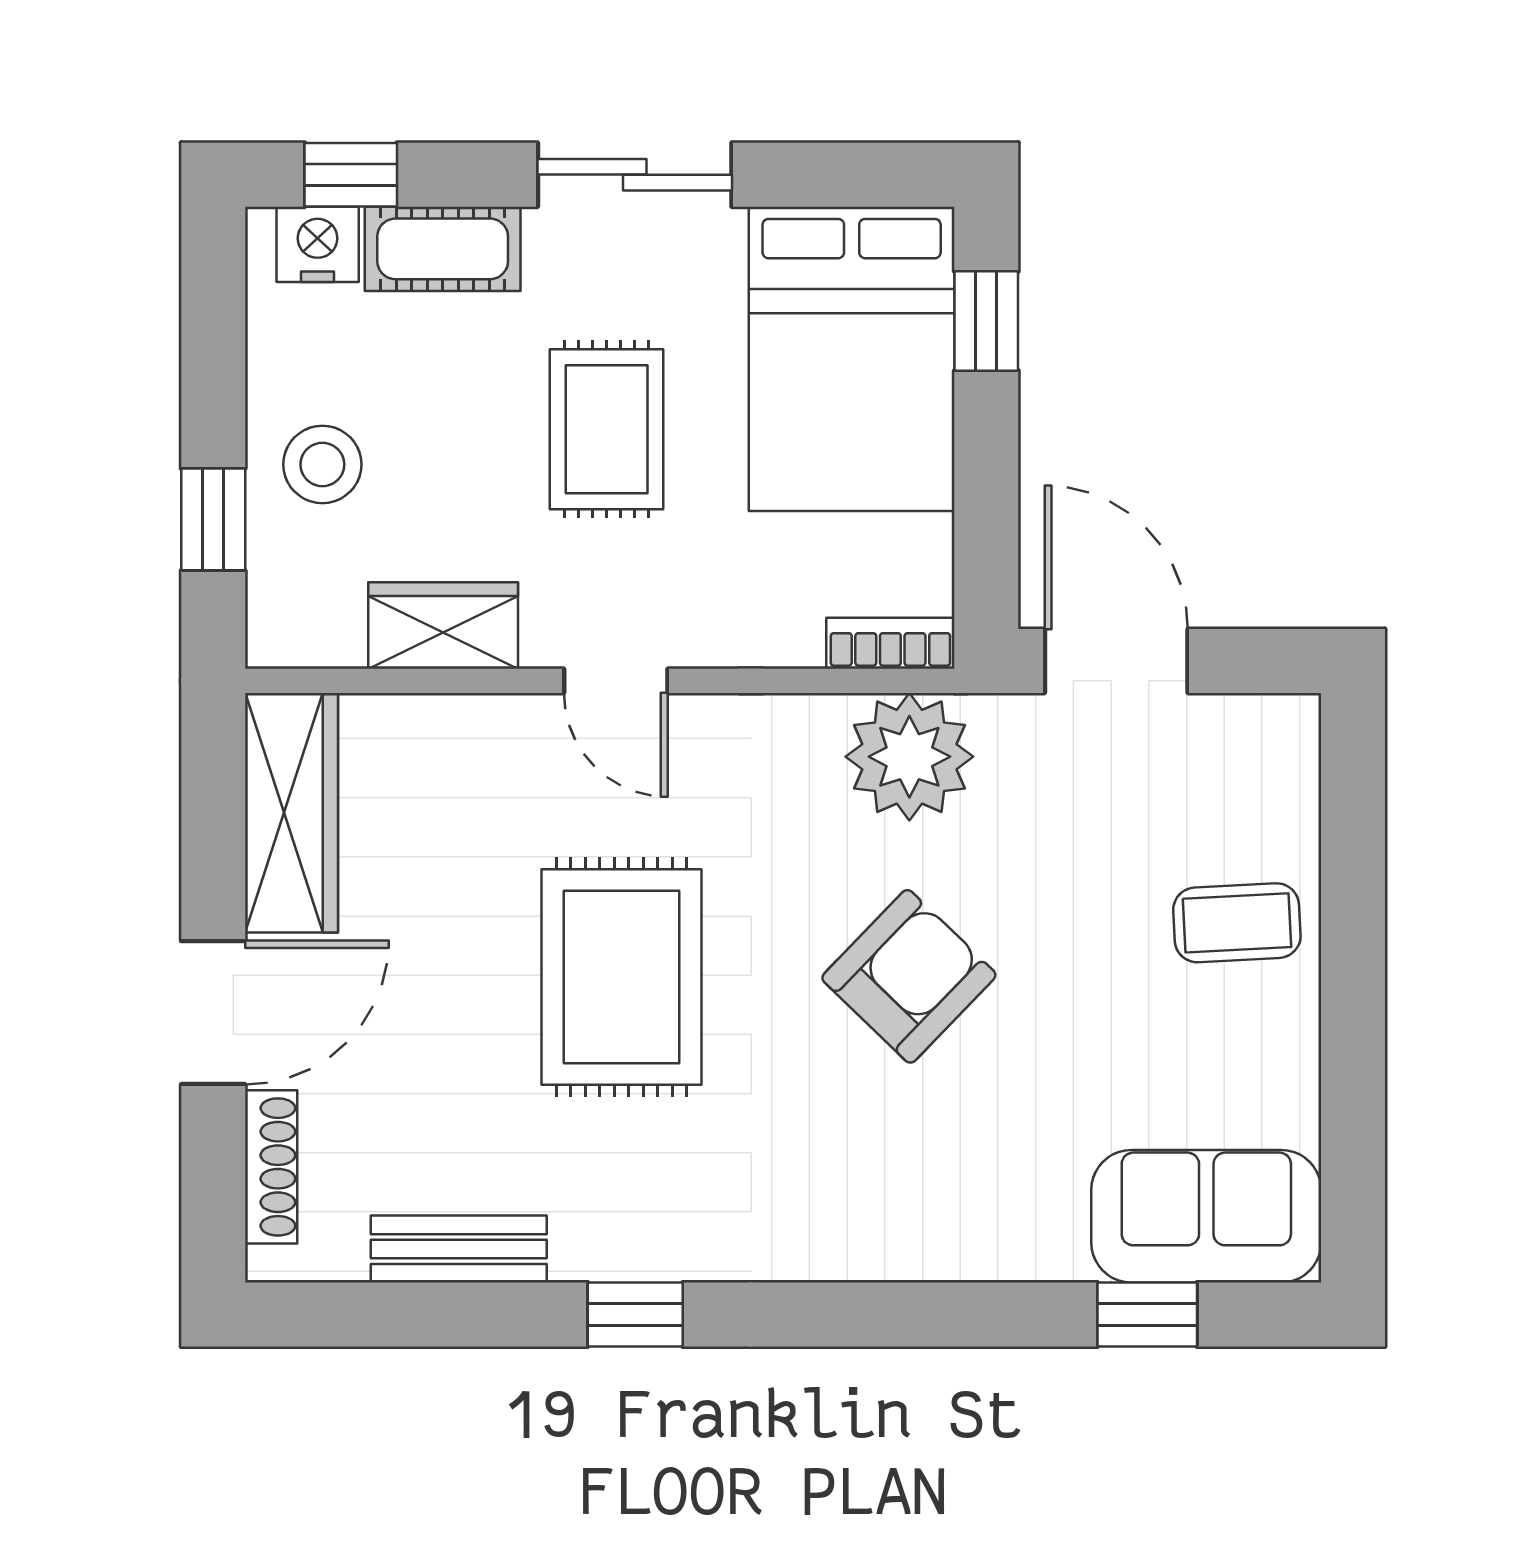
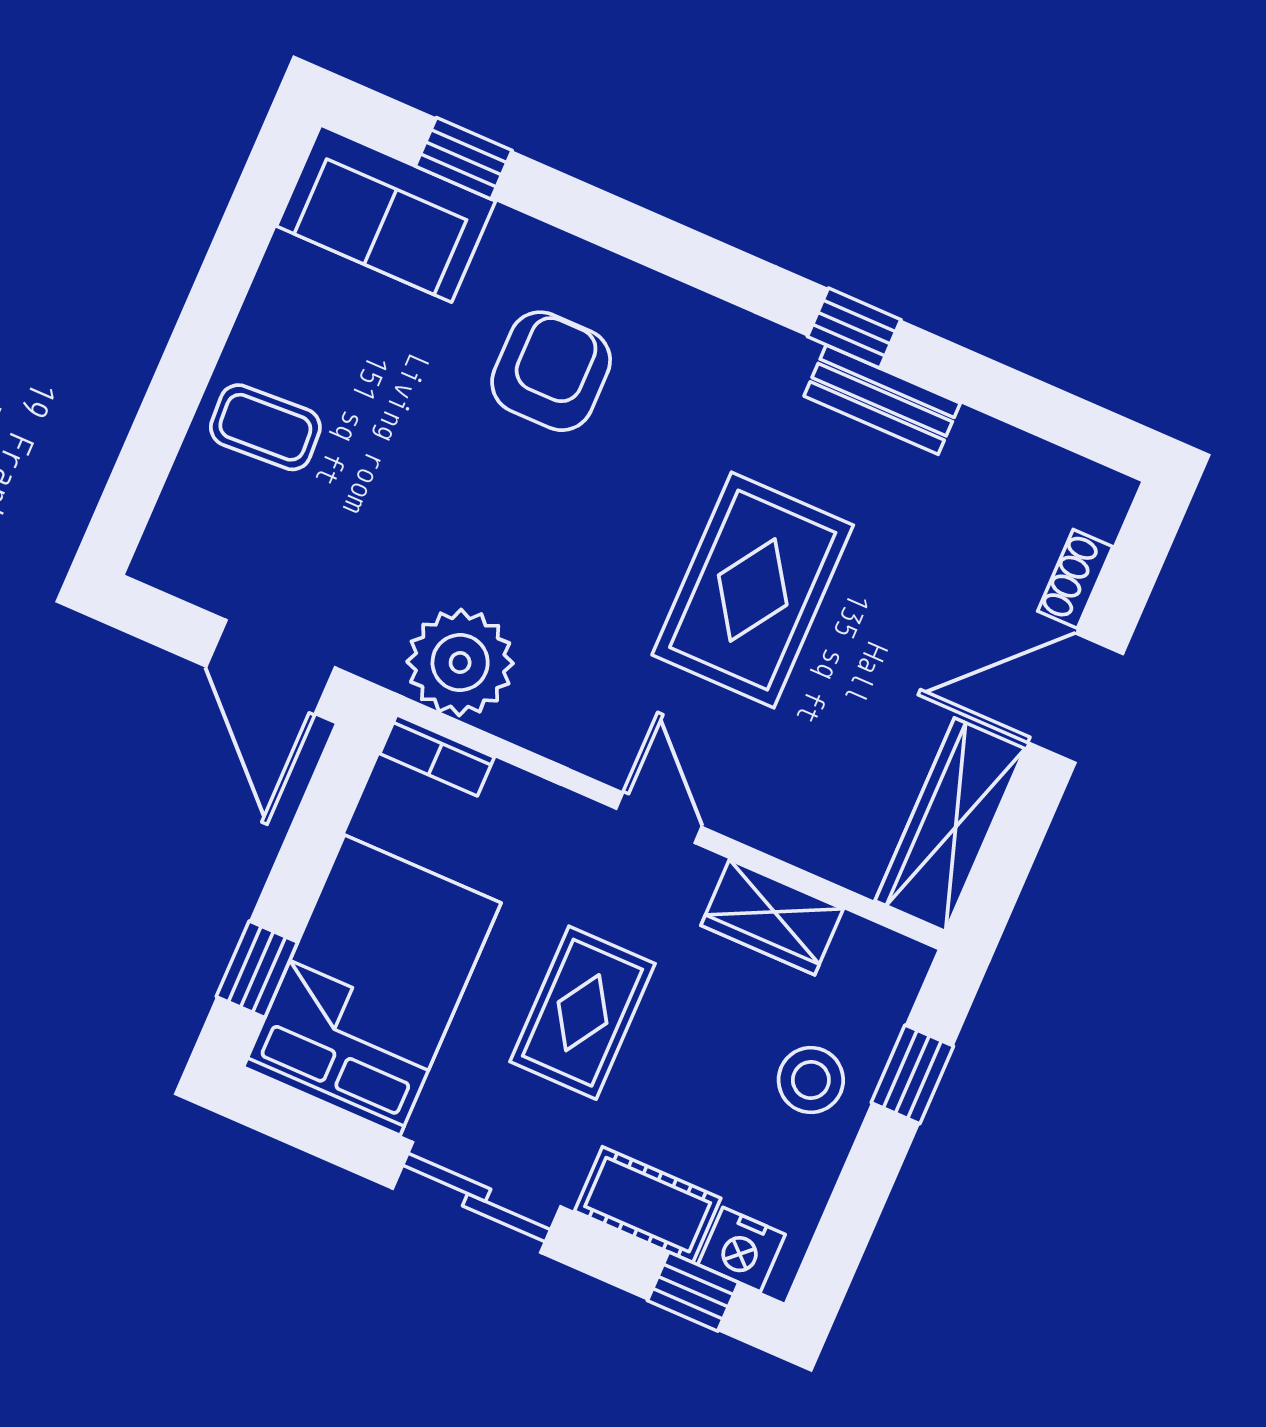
armchair: (909, 976) -> (551, 371), moved, turned 136
shoe rack: (271, 1167) -> (1075, 579), width x0.70
bench: (459, 1249) -> (882, 400), moved

